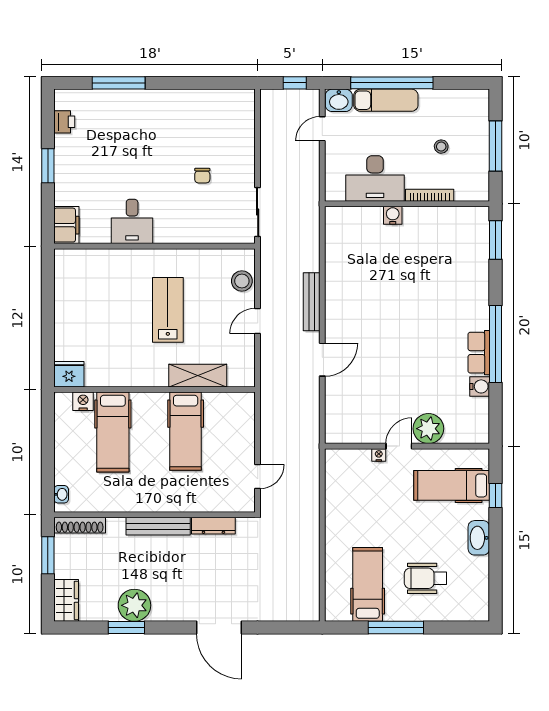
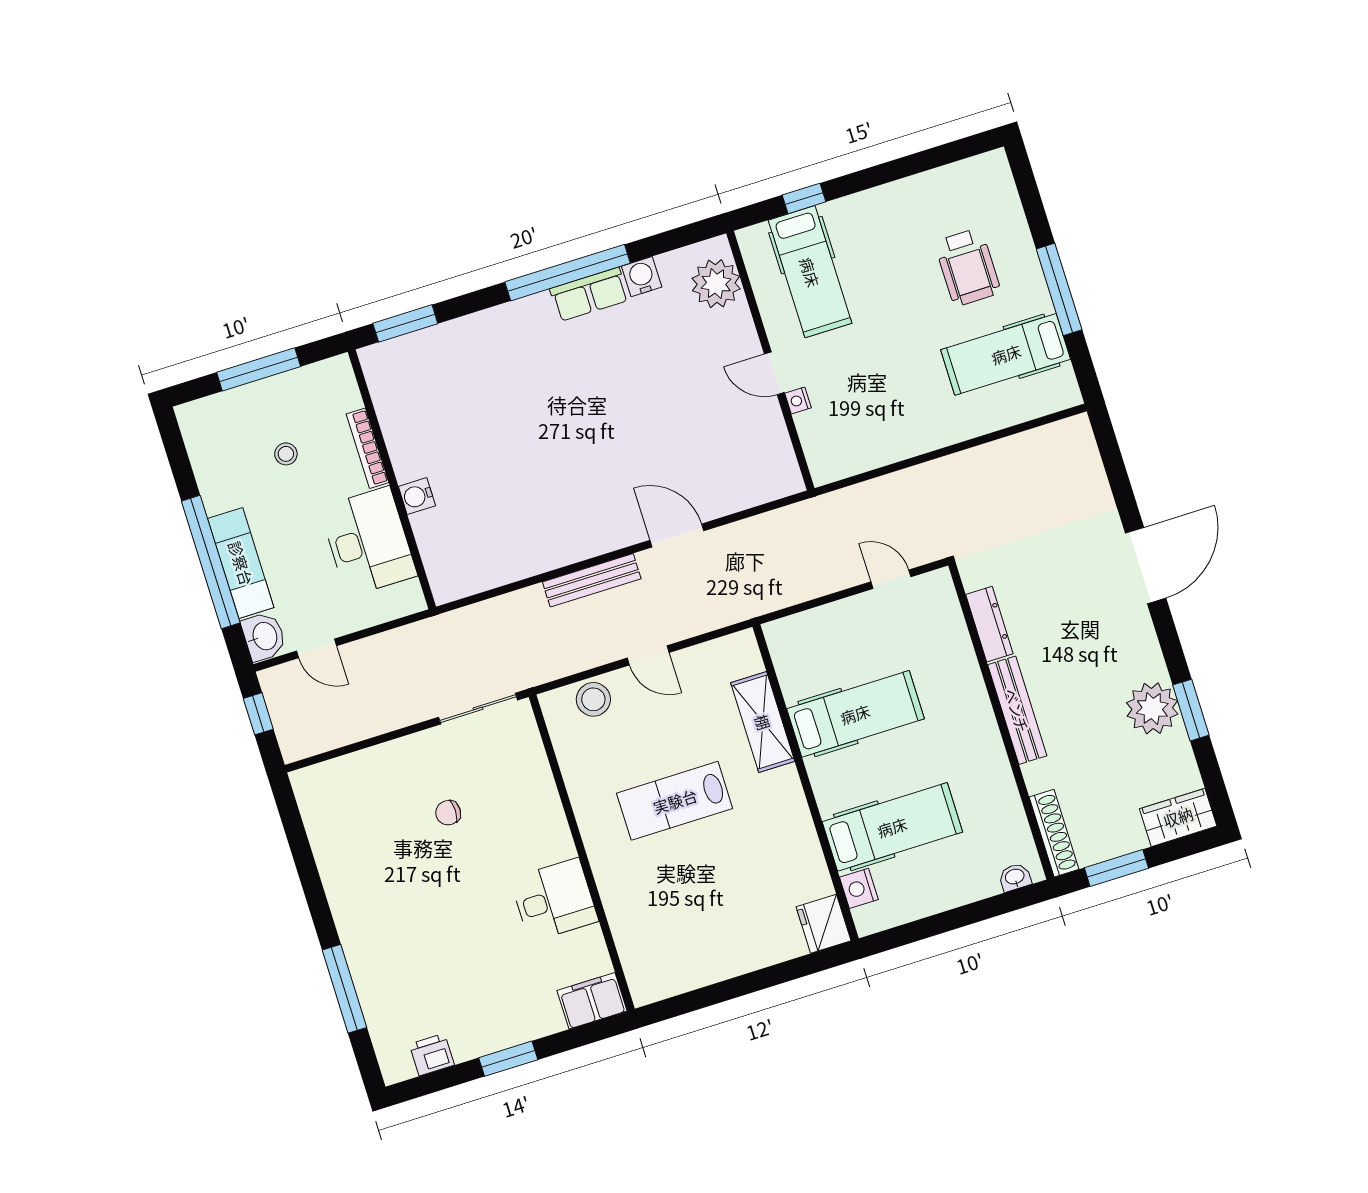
chair: (202, 176) -> (448, 813), turned 180
plant: (428, 429) -> (716, 284), moved
washbasin: (479, 538) -> (878, 204), removed

